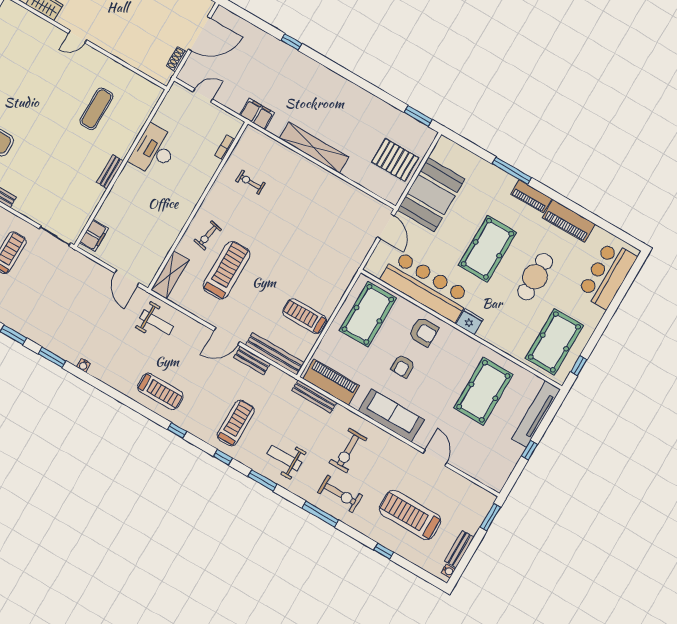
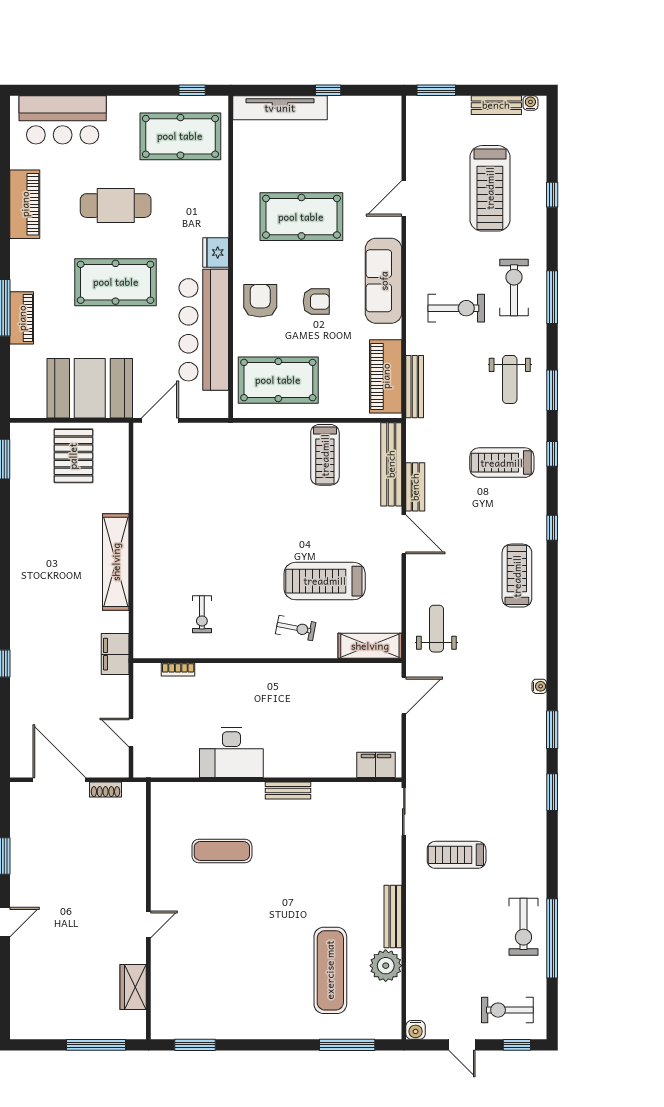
door: (78, 37) -> (148, 924), hinge flipped
piano: (531, 196) -> (22, 318), moved
pool table: (483, 391) -> (301, 217), moved

